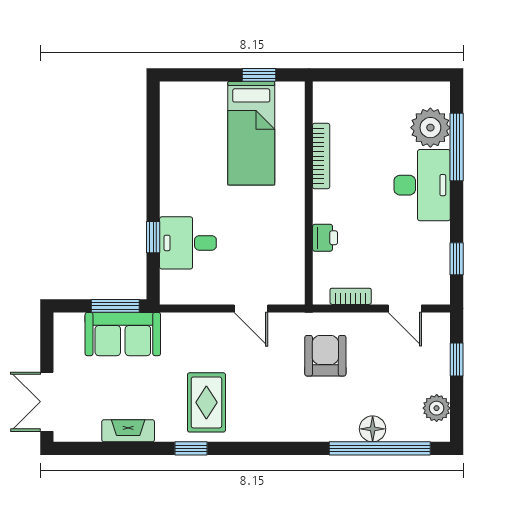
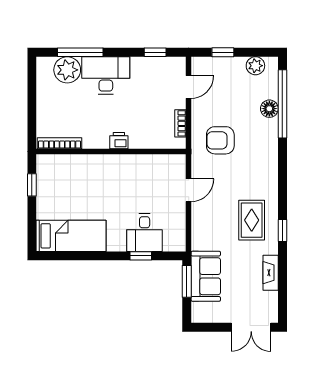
bed: (251, 133) -> (71, 236), moved
bookcase: (321, 156) -> (59, 143), moved
printer: (325, 238) -> (119, 141), moved
rug: (206, 402) -> (252, 220), turned 90

